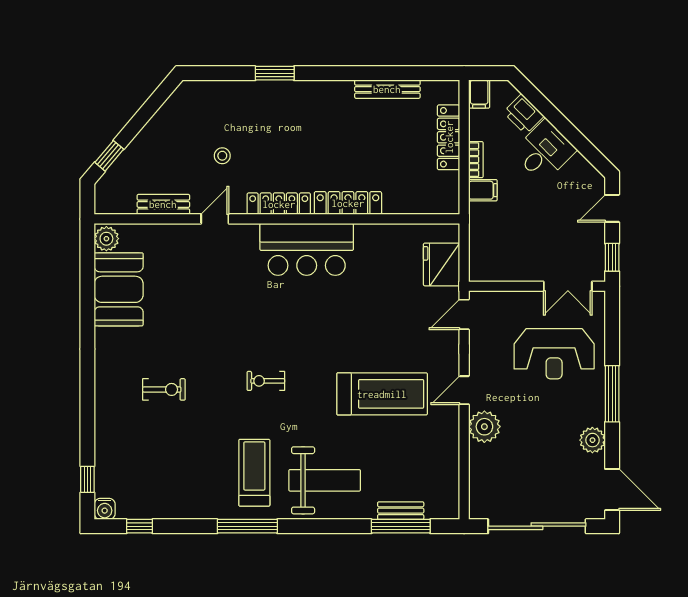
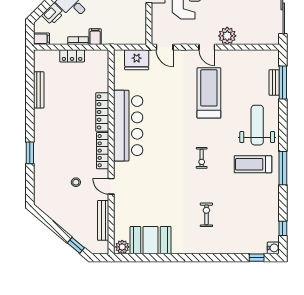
locker: (449, 137) -> (72, 56), width x0.66
bench: (163, 204) -> (103, 220), width x1.36
bar counter: (307, 249) -> (128, 126), width x1.36

